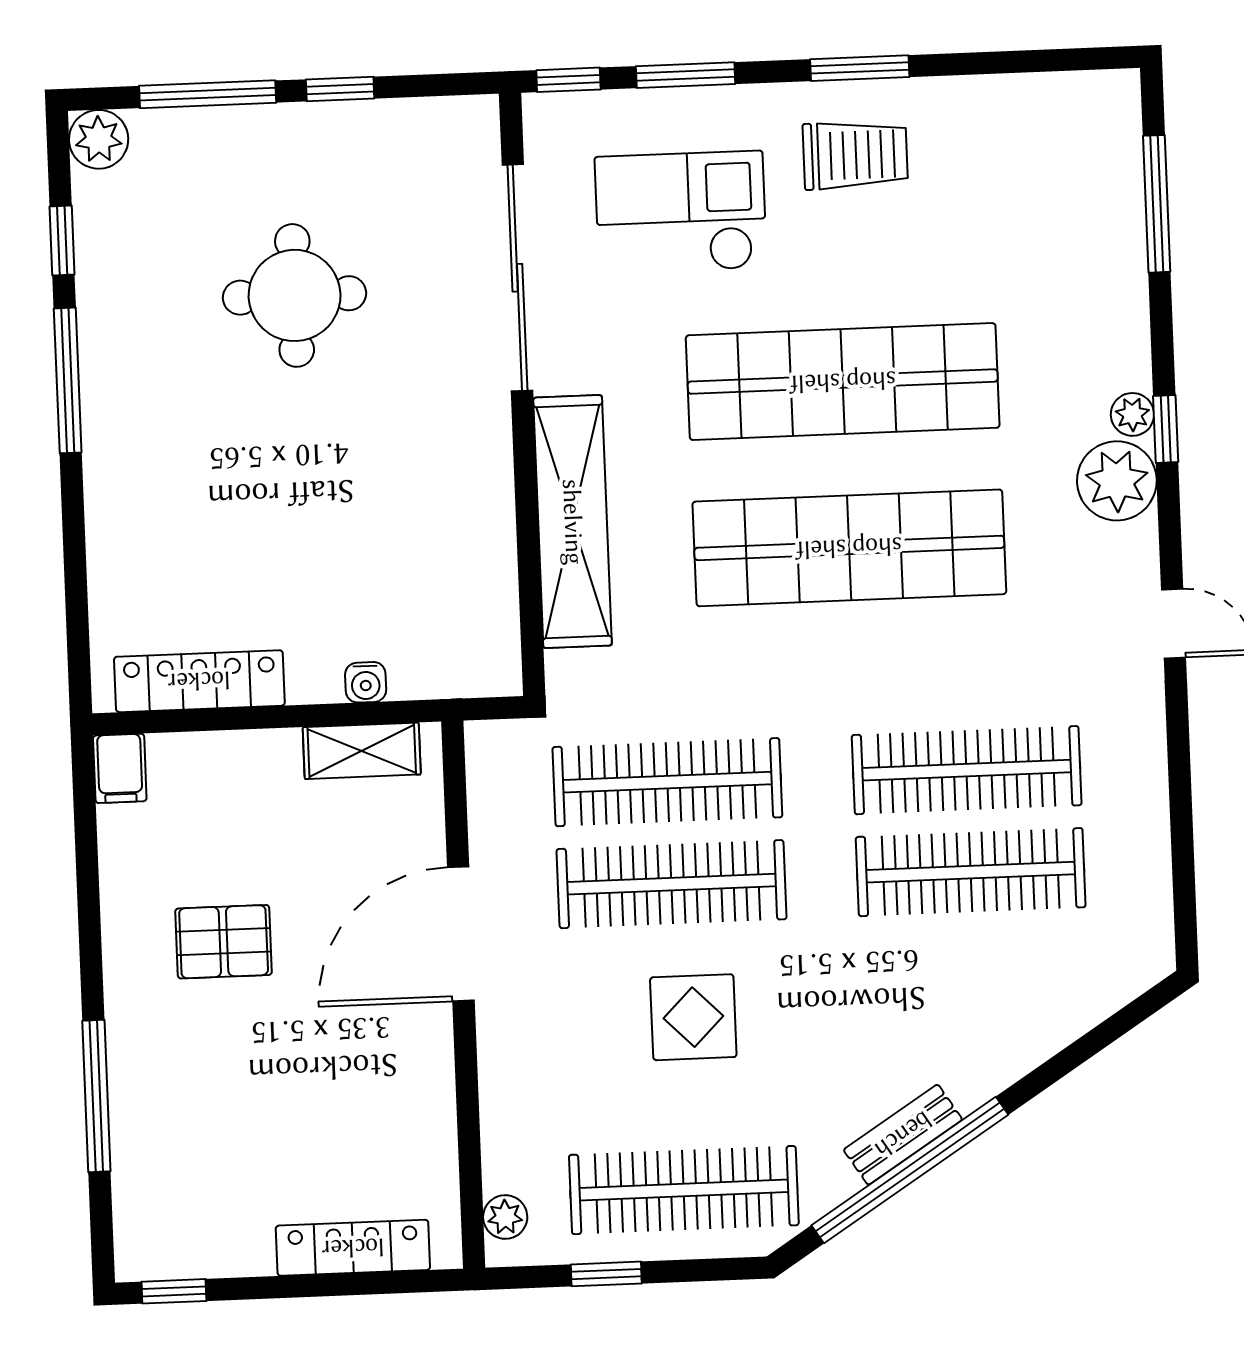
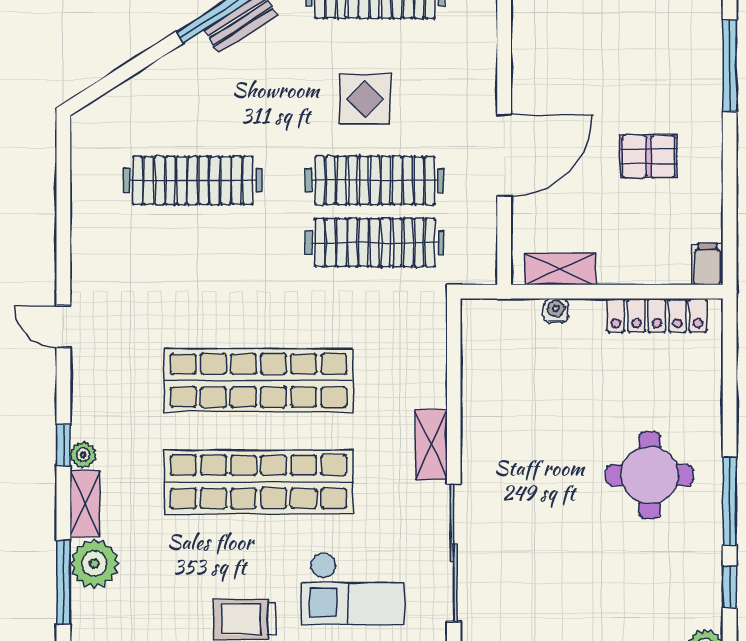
round table: (295, 295) -> (650, 475), moved
shelving: (1126, 334) -> (85, 504), added
plant: (1117, 481) -> (94, 564), moved
shelving: (573, 522) -> (431, 445), width x0.45, depth x0.75
clothes rail: (967, 770) -> (193, 242), removed

